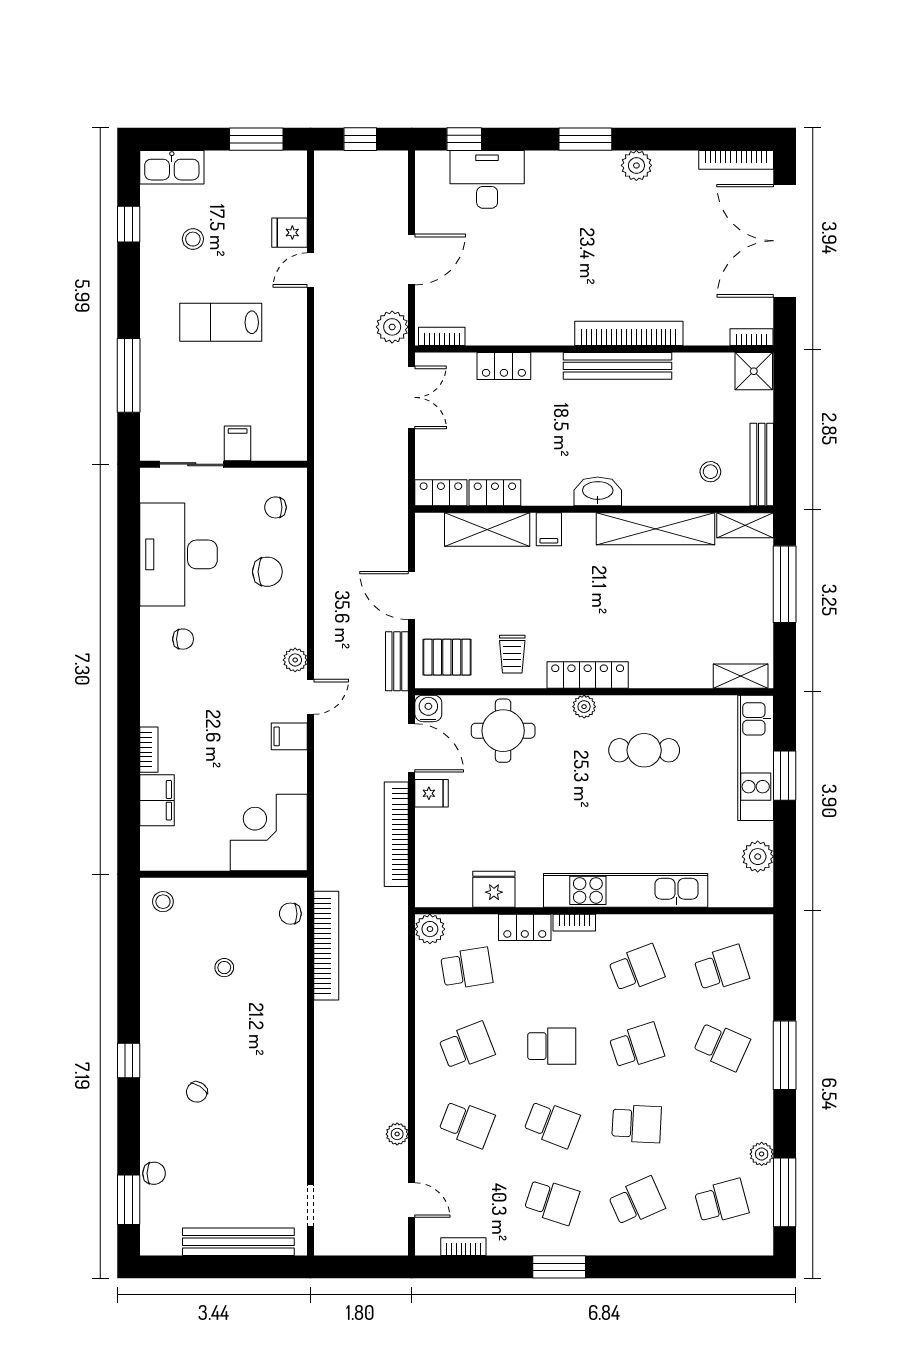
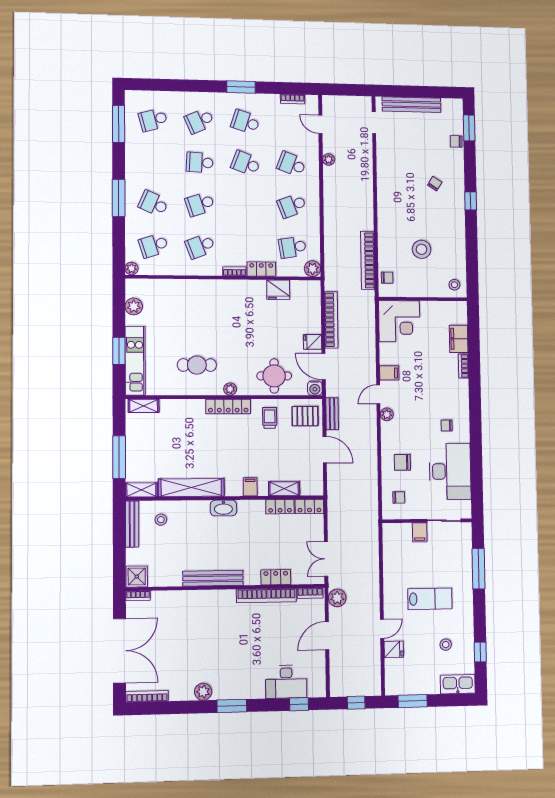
bookcase: (629, 333) -> (266, 596), moved
shelving: (487, 530) -> (284, 489), width x0.67, depth x0.75
kitchen unit: (626, 890) -> (207, 289), removed
stool: (224, 968) -> (422, 249), width x1.89, depth x1.89
school desk: (552, 1046) -> (246, 205), removed
plant: (762, 1154) -> (132, 268), moved

